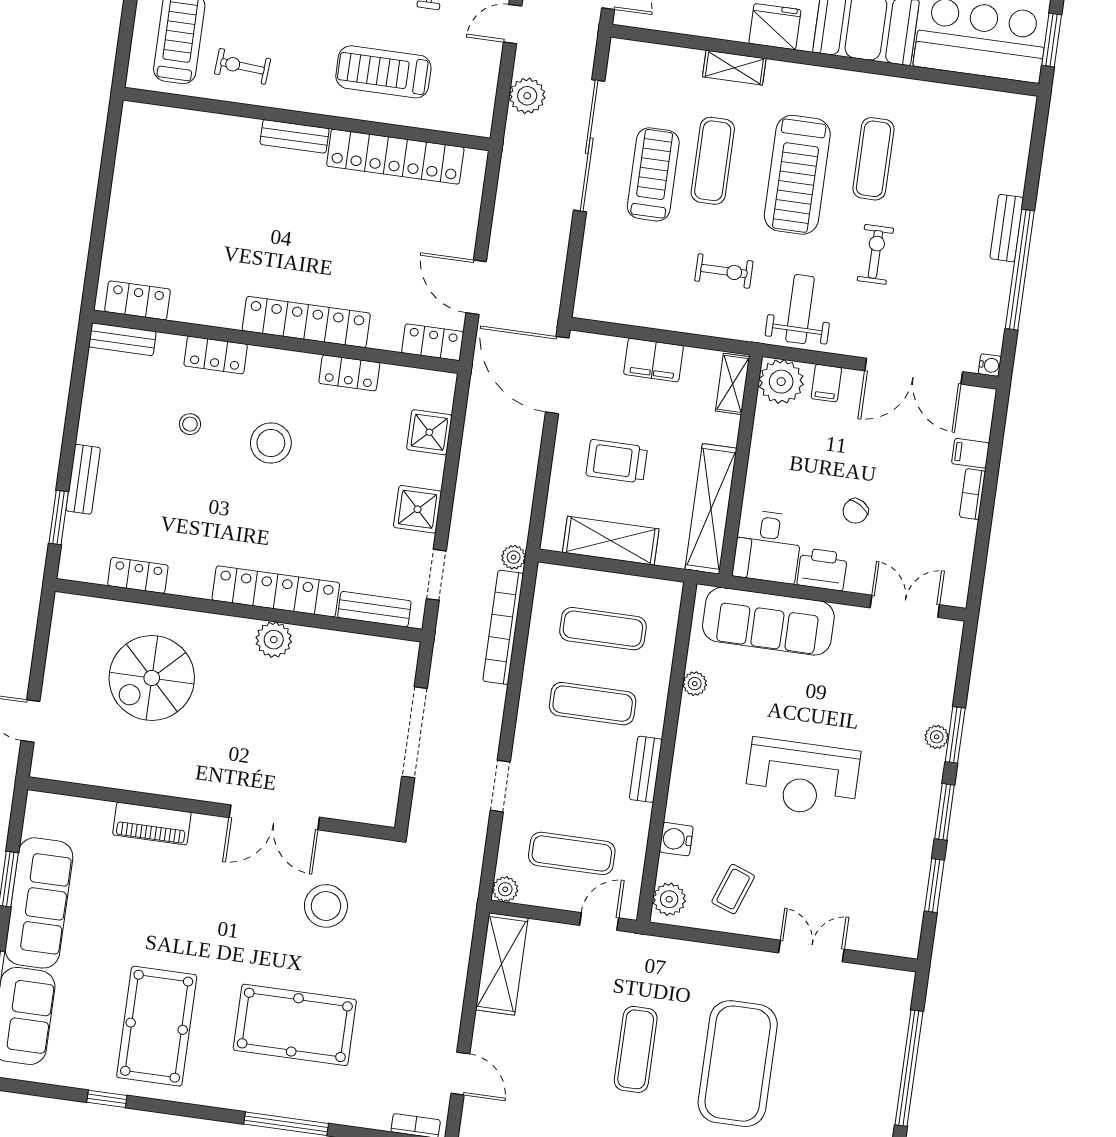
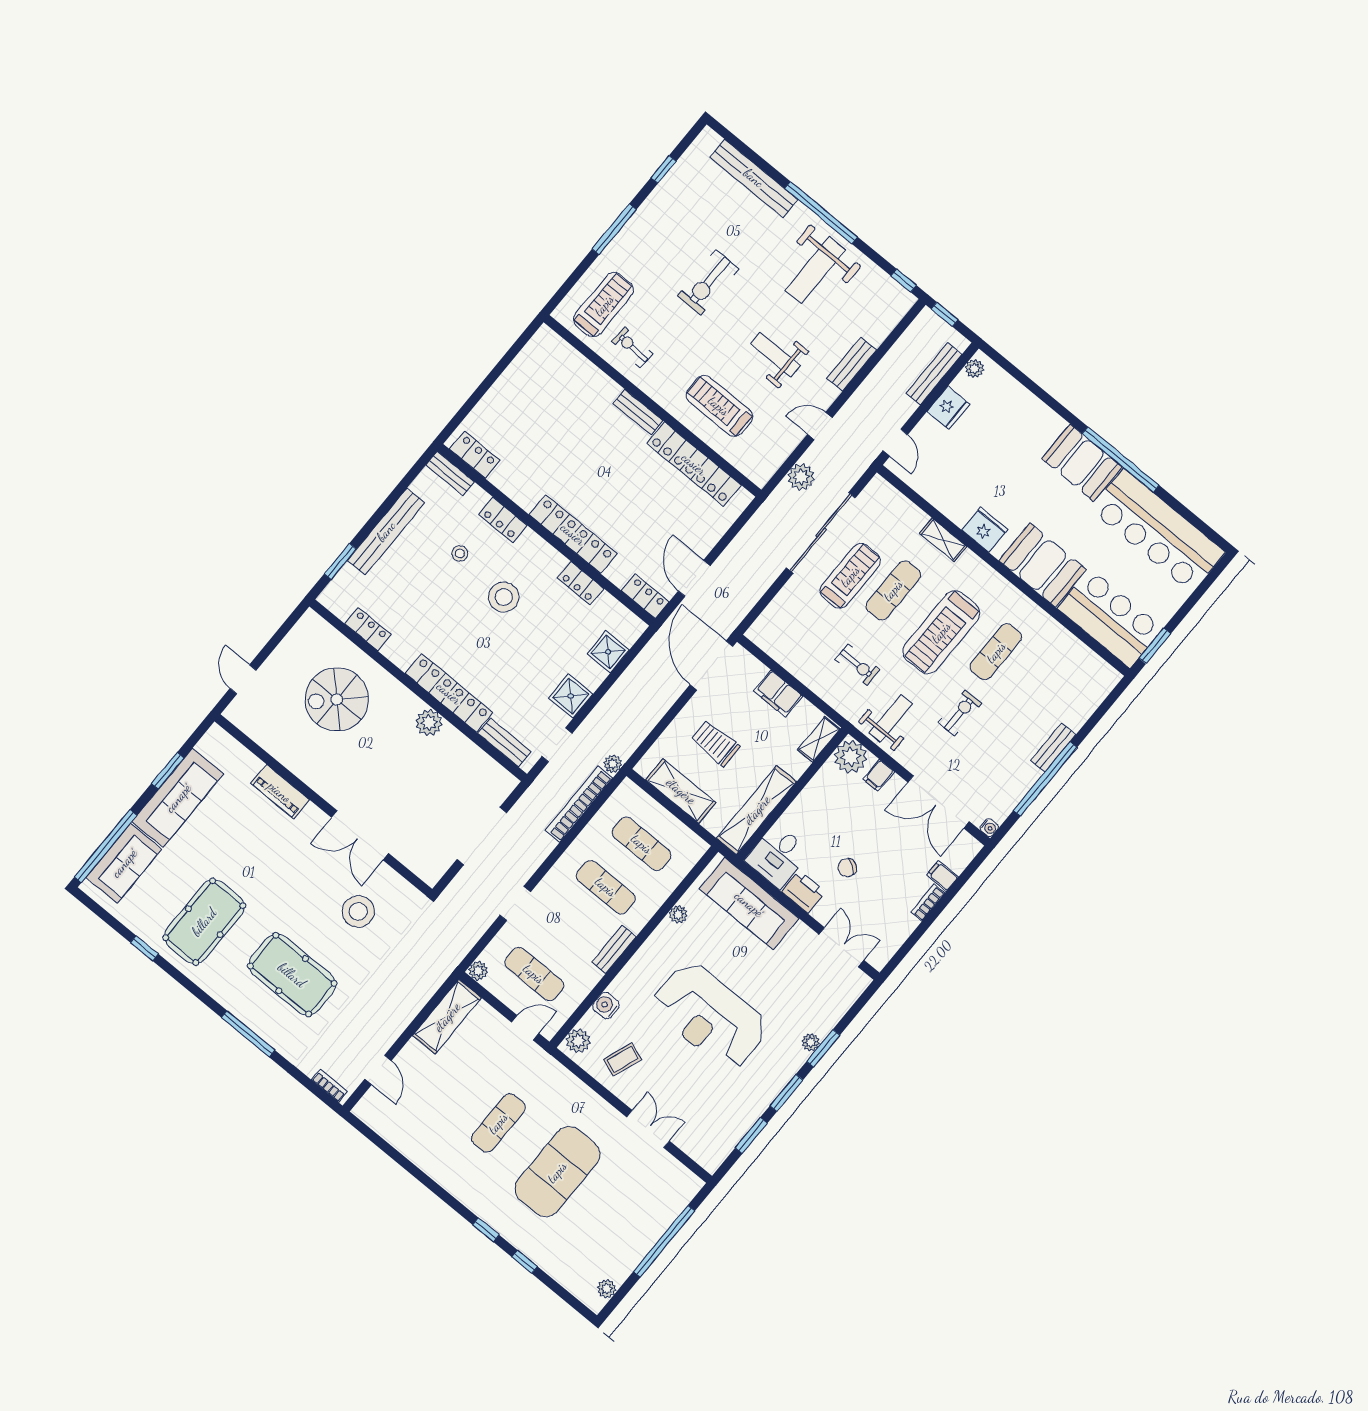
bench: (83, 479) -> (386, 531), width x1.86, depth x1.21
reception desk: (802, 778) -> (710, 1016), width x1.36, depth x1.30

